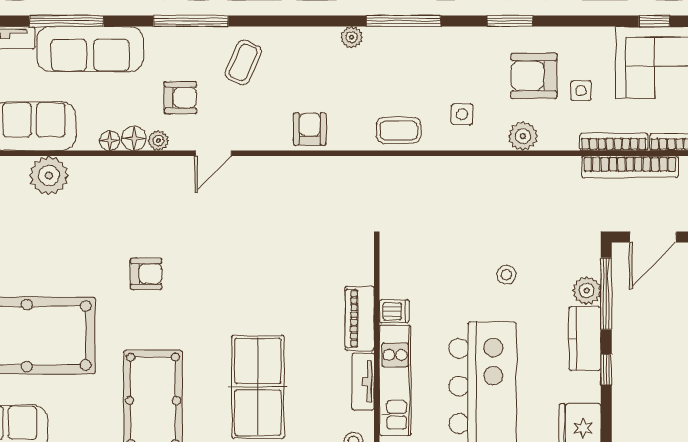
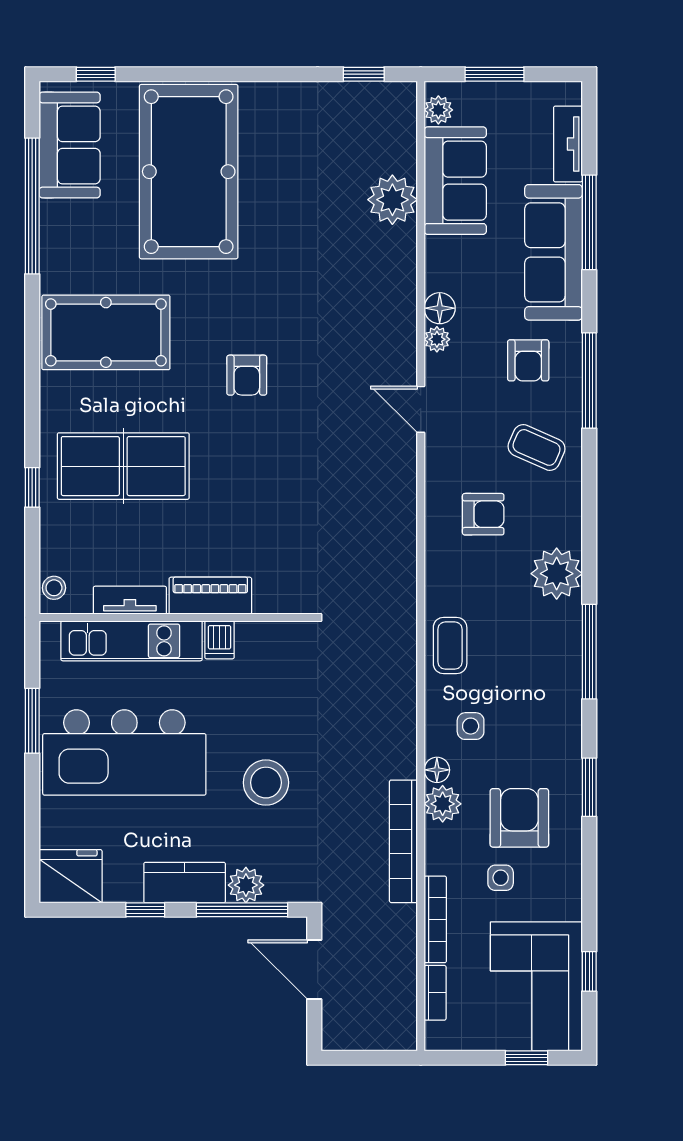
plant: (352, 37) -> (557, 574), width x1.88, depth x1.88
armchair: (180, 98) -> (528, 360), moved
armchair: (310, 129) -> (483, 514), moved
floor lamp: (110, 141) -> (437, 770), moved
bookcase: (630, 167) -> (403, 841), moved
armchair: (146, 274) -> (247, 375), moved
stool: (506, 275) -> (266, 783), width x1.89, depth x1.89

